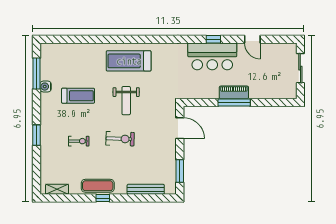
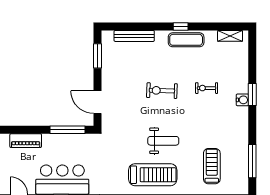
water cooler: (46, 87) -> (242, 100), moved
piano: (234, 92) -> (26, 141), moved
treadmill: (78, 96) -> (212, 166), moved, turned 90
weight bench: (126, 101) -> (163, 141), moved, turned 90
window: (234, 103) -> (68, 130), moved

